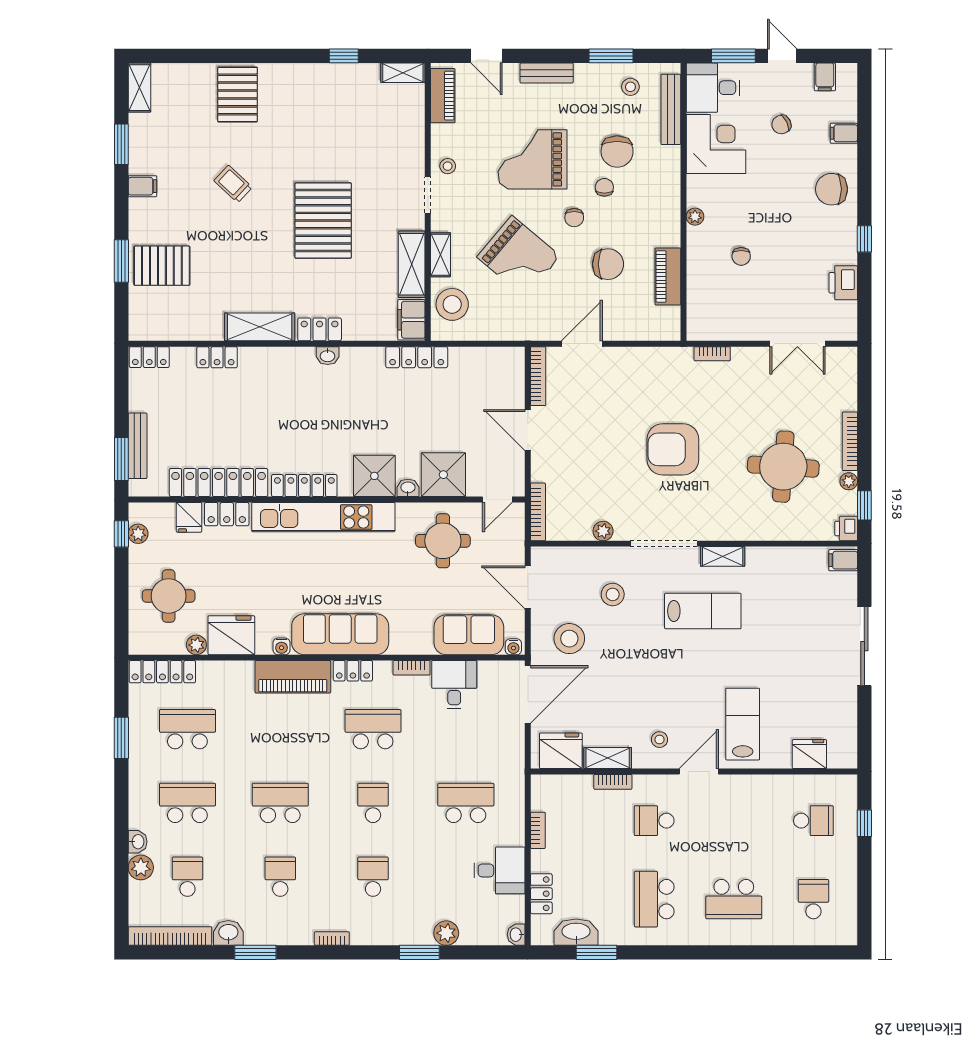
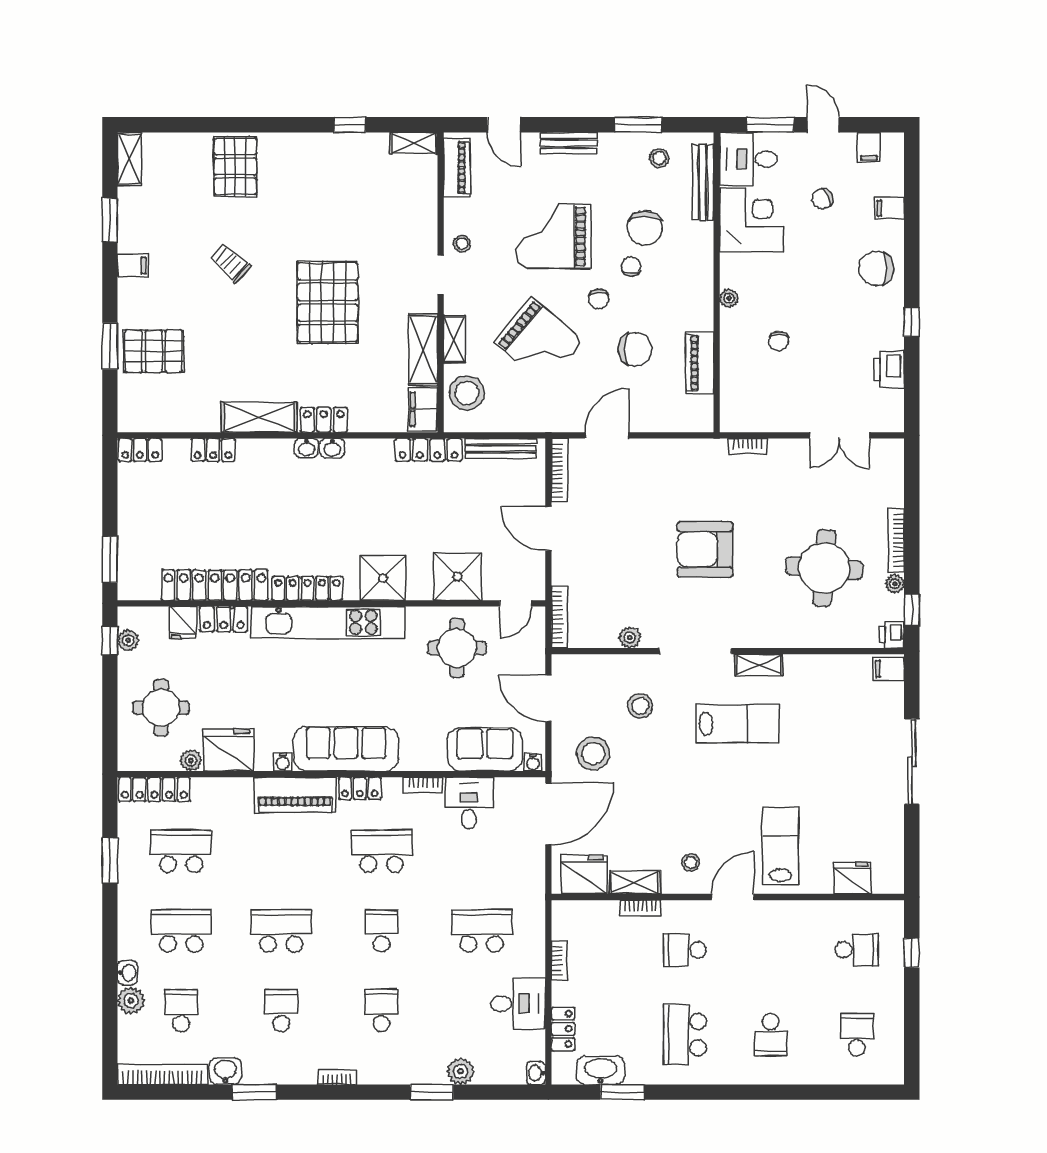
bench: (138, 446) -> (501, 448), moved, turned 90
washbasin: (408, 488) -> (306, 448), moved, turned 180
school desk: (734, 899) -> (771, 1035), width x0.54

